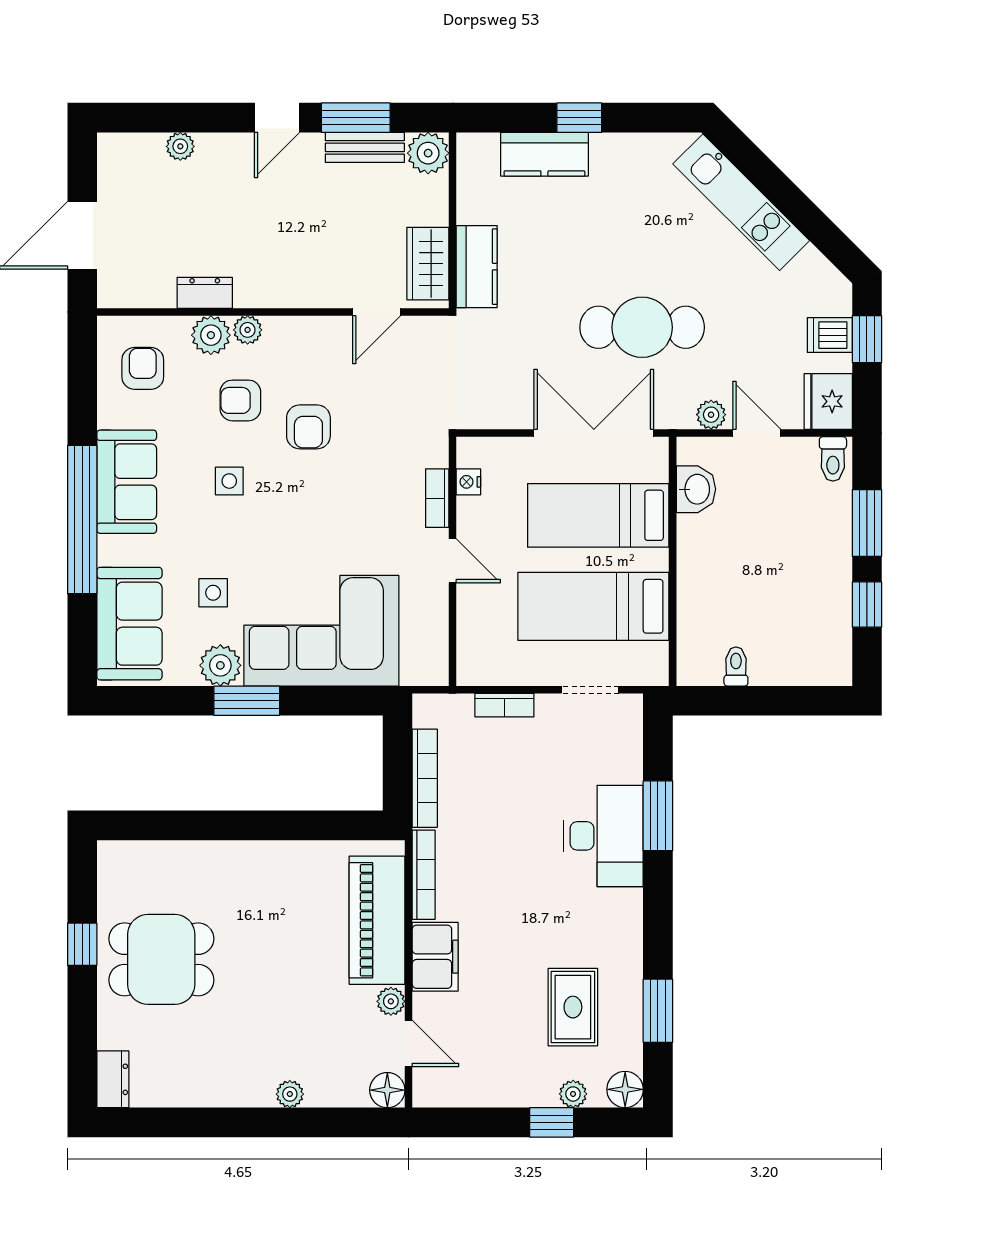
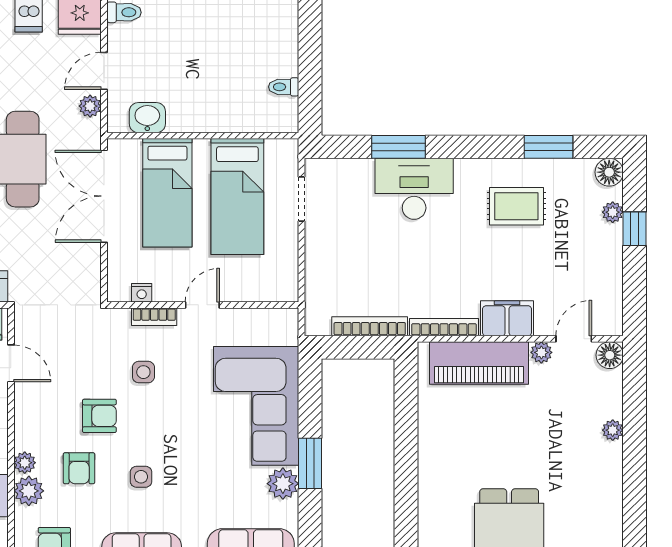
side table: (213, 593) -> (143, 372), moved
bookcase: (504, 705) -> (313, 265), removed
rug: (573, 1007) -> (516, 206), moved

